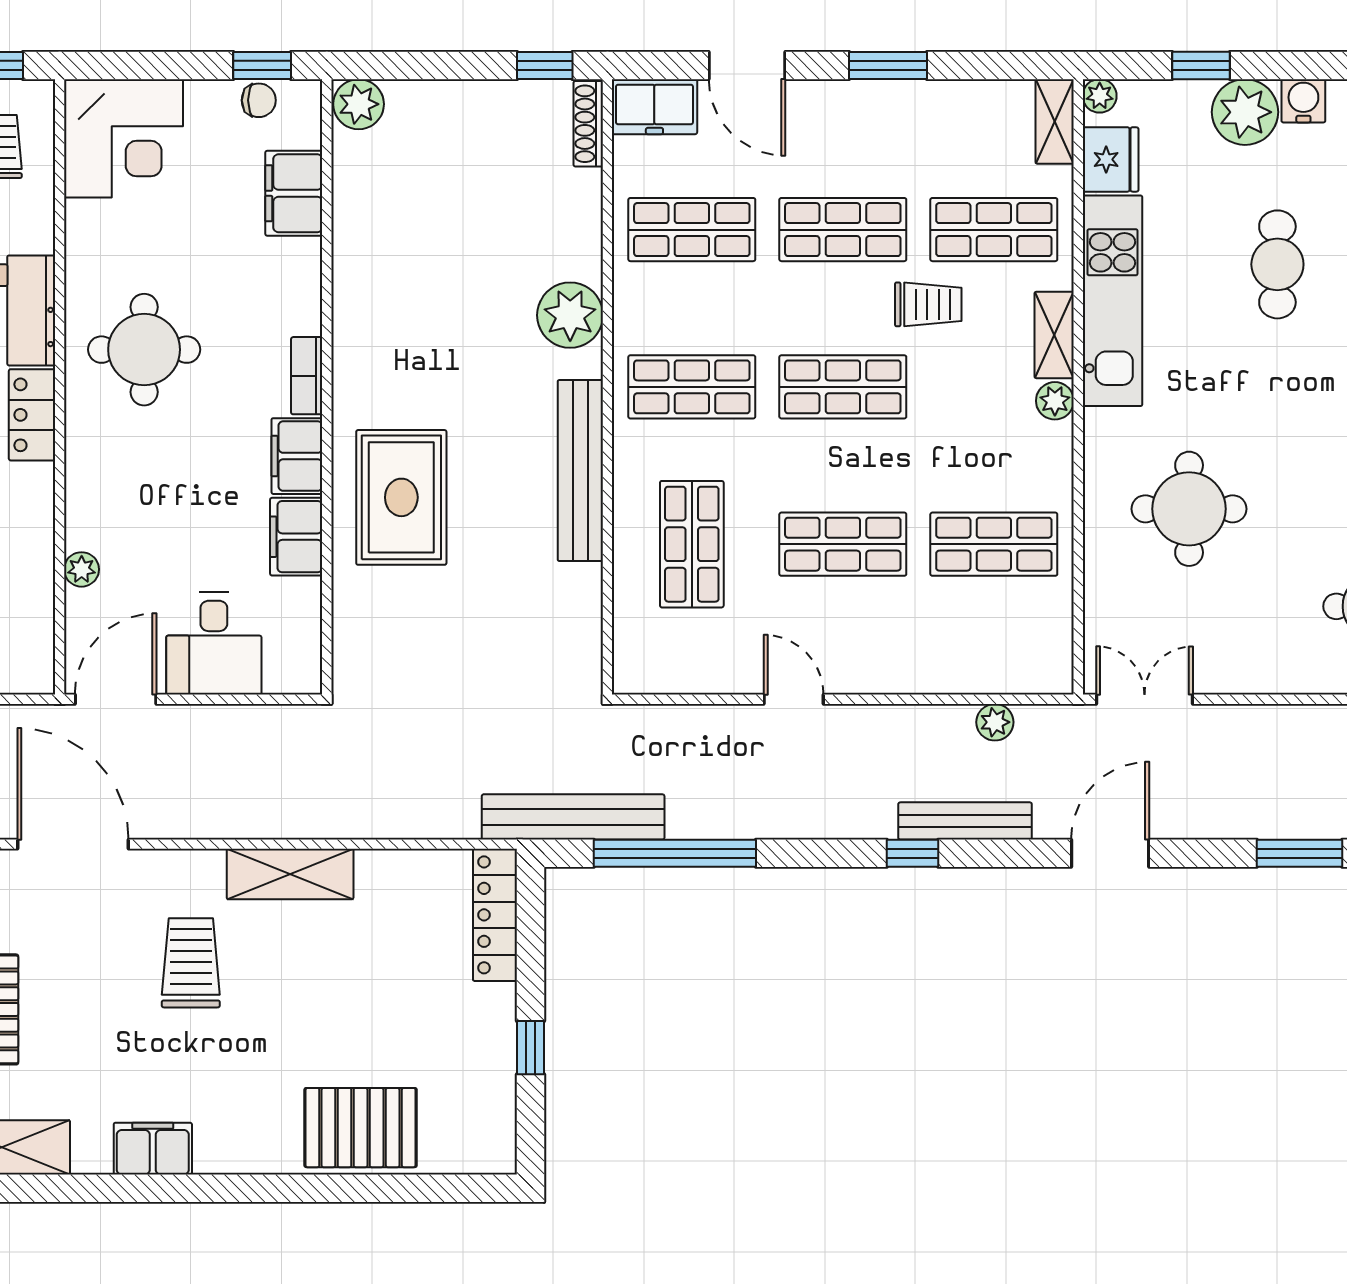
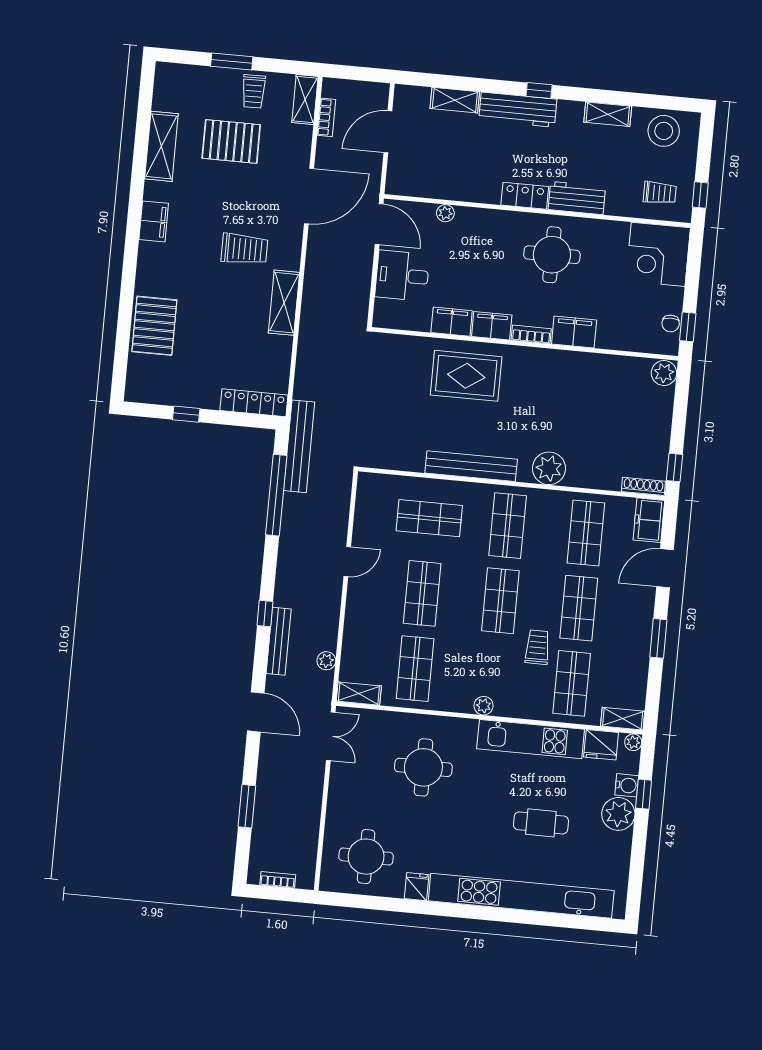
water cooler: (1303, 101) -> (627, 785), moved
filing cabinet: (294, 193) -> (574, 332), moved
trolley: (928, 304) -> (537, 647), turned 180
shelving: (1054, 335) -> (359, 694), moved

